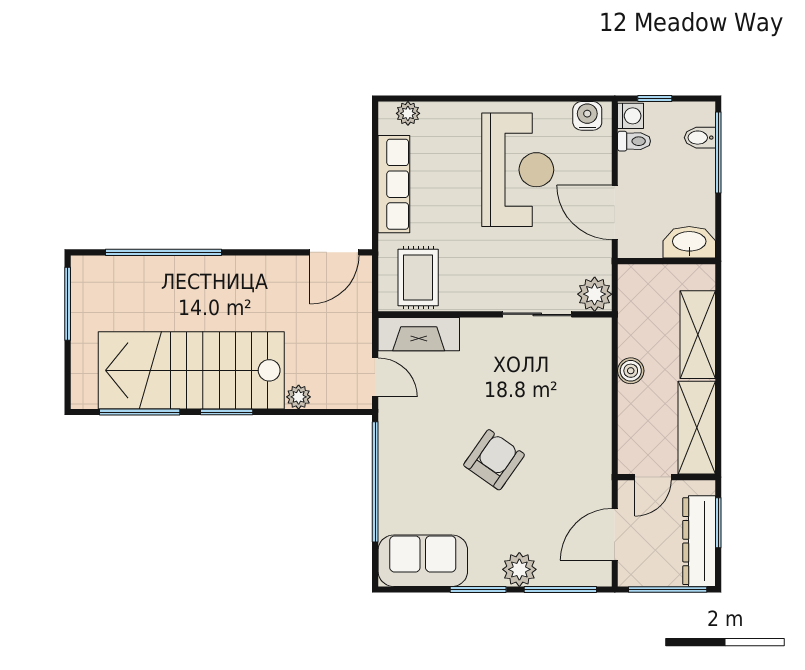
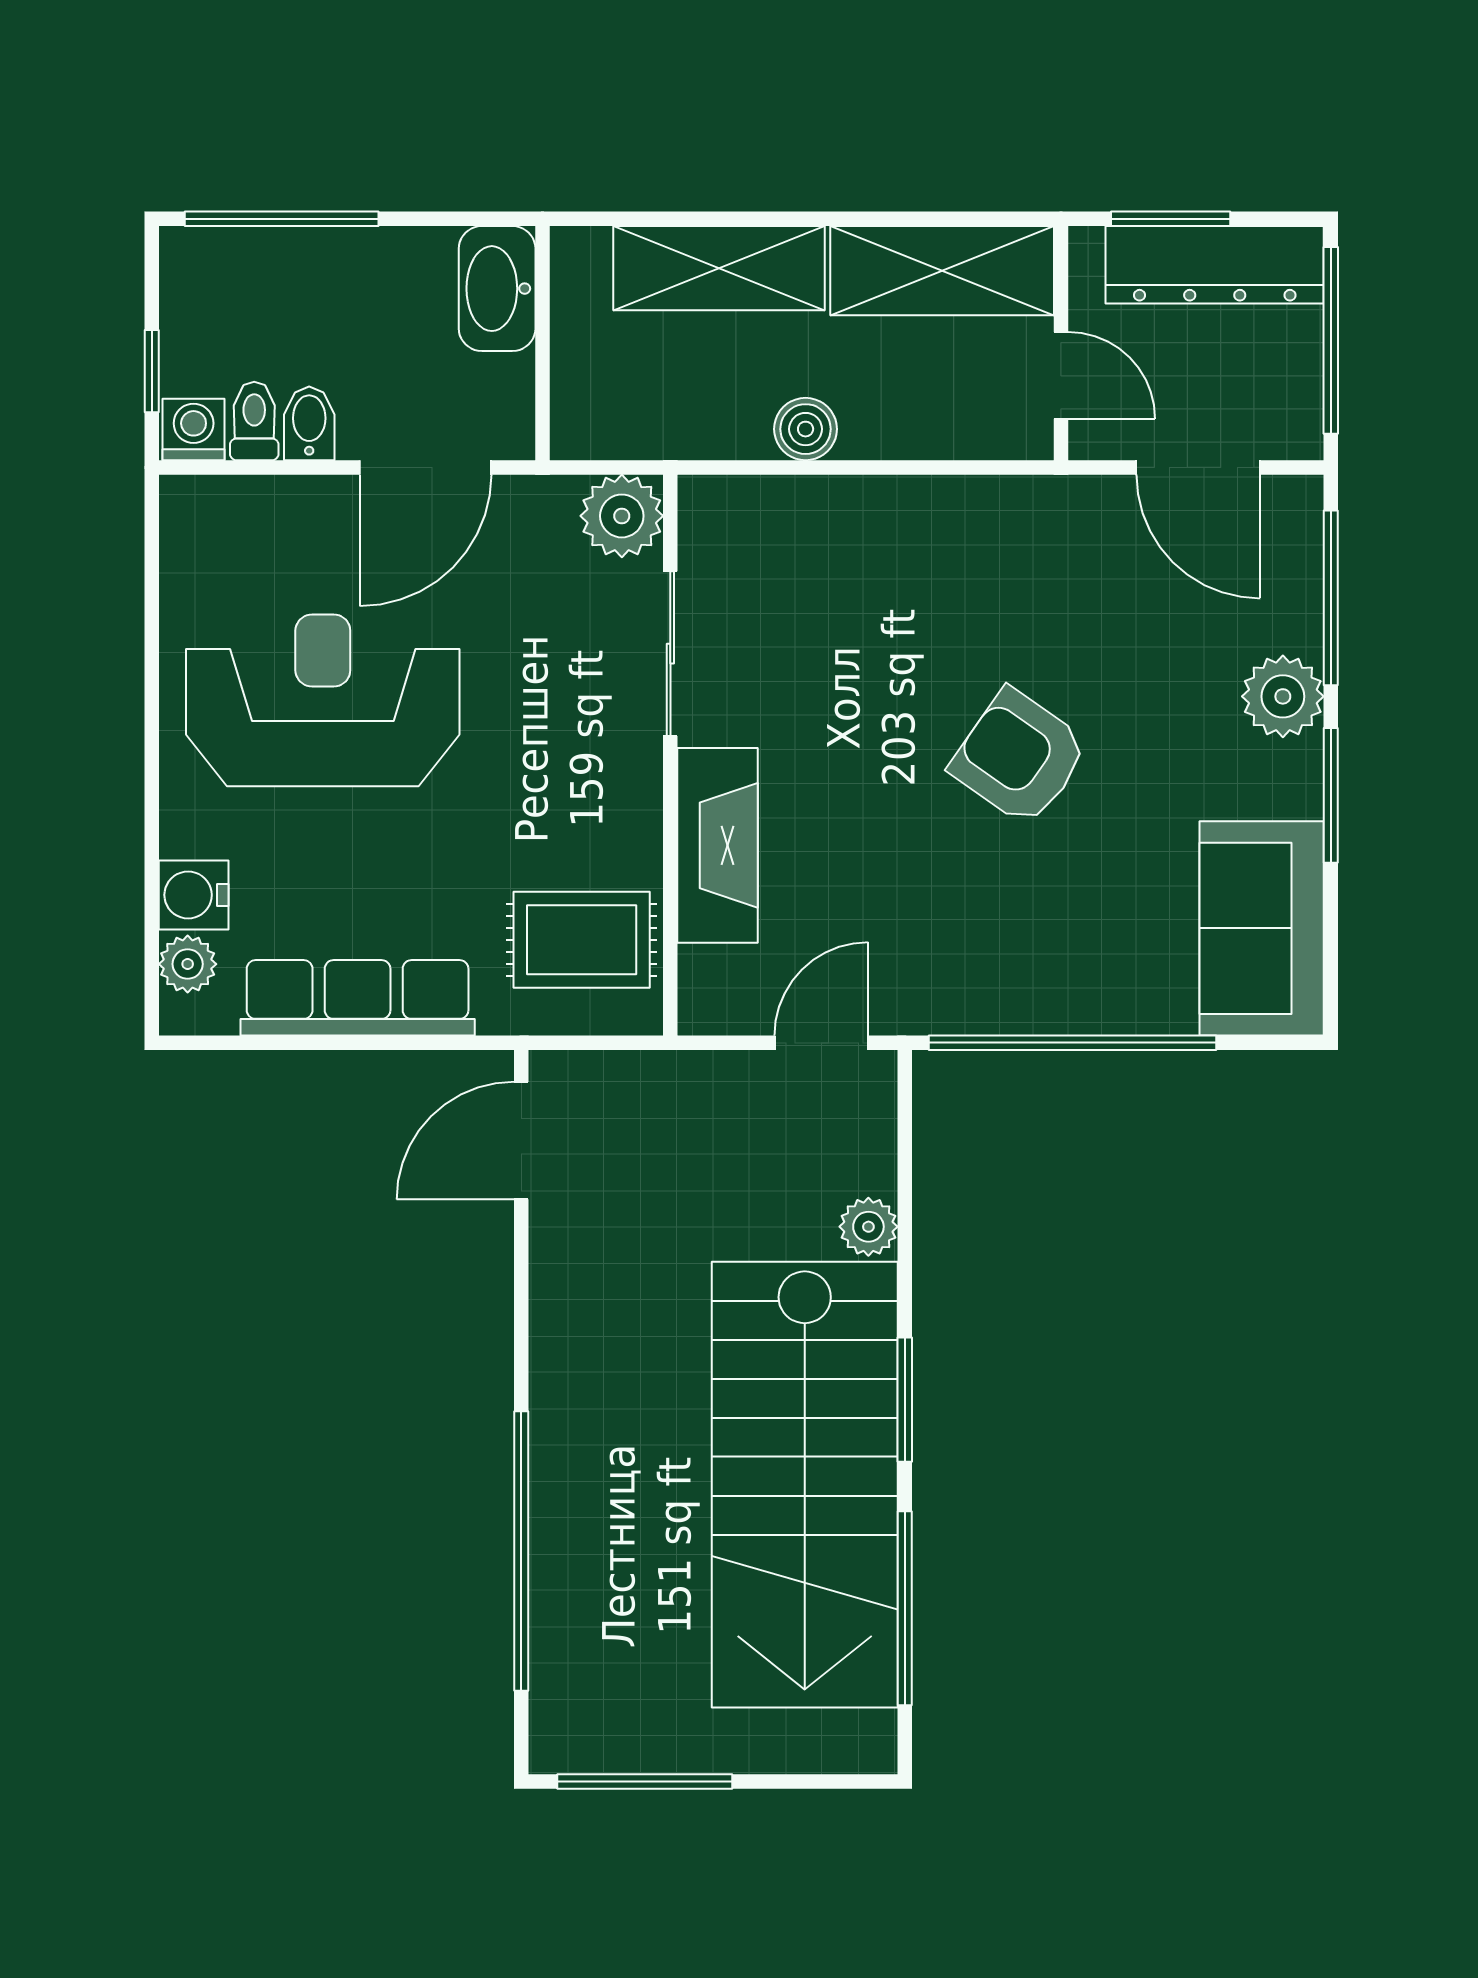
water cooler: (587, 116) -> (194, 895), moved
bidet: (700, 138) -> (309, 423), moved, turned 180
door: (334, 252) -> (521, 1141), swing flipped
fireplace: (419, 334) -> (718, 845), moved

